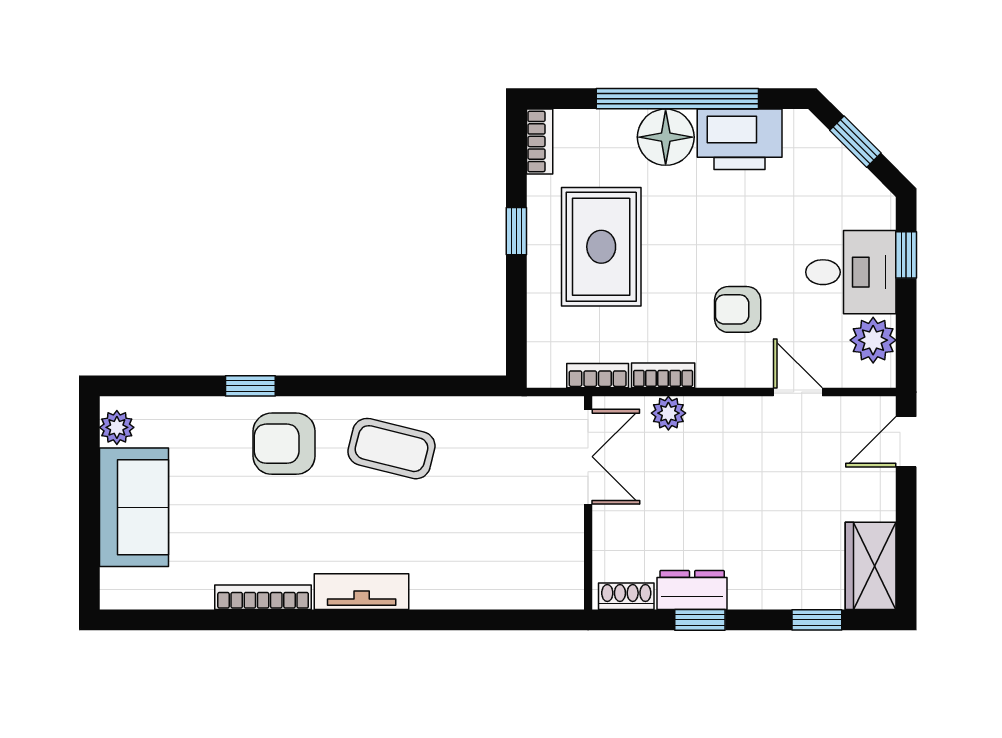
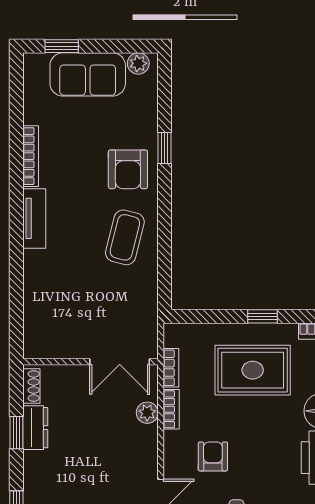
armchair: (284, 444) -> (128, 169), turned 180
window: (89, 548) -> (62, 46), added

